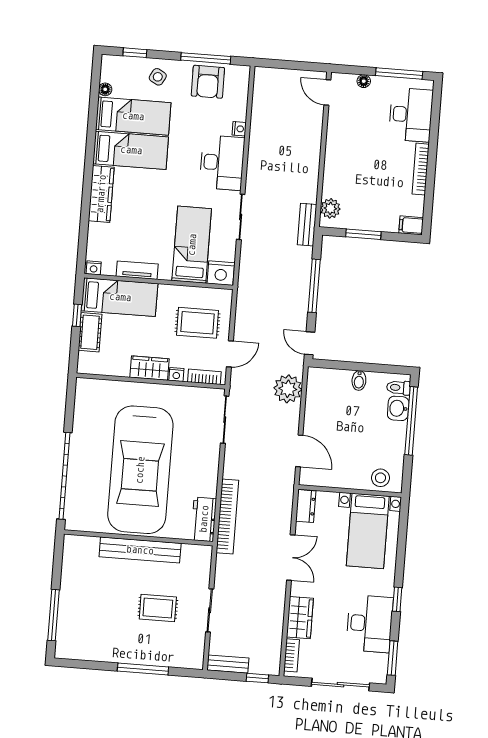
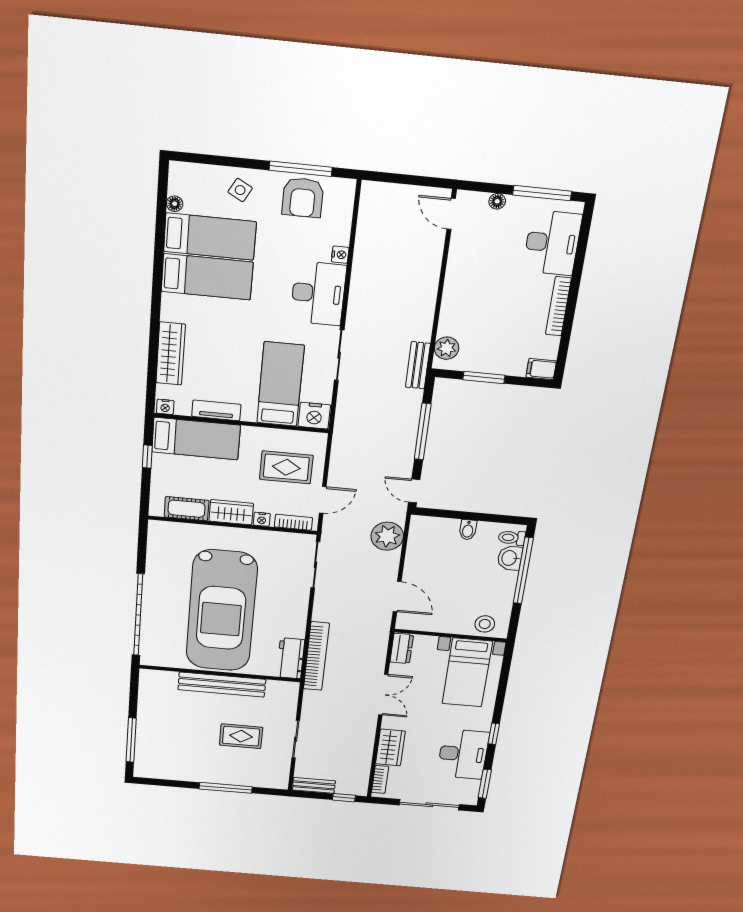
window: (135, 53) -> (211, 160), removed
wardrobe: (101, 194) -> (171, 354), moved
cot: (90, 332) -> (186, 509), moved, turned 90

